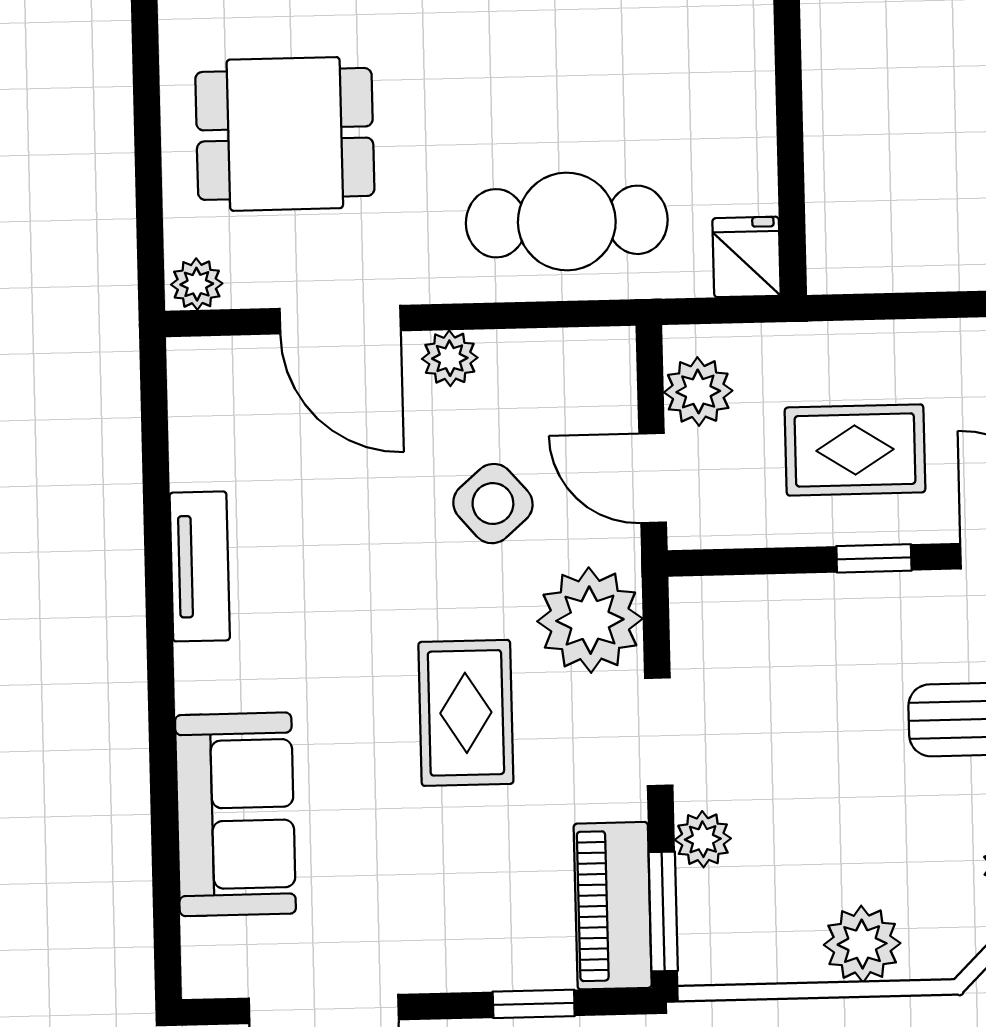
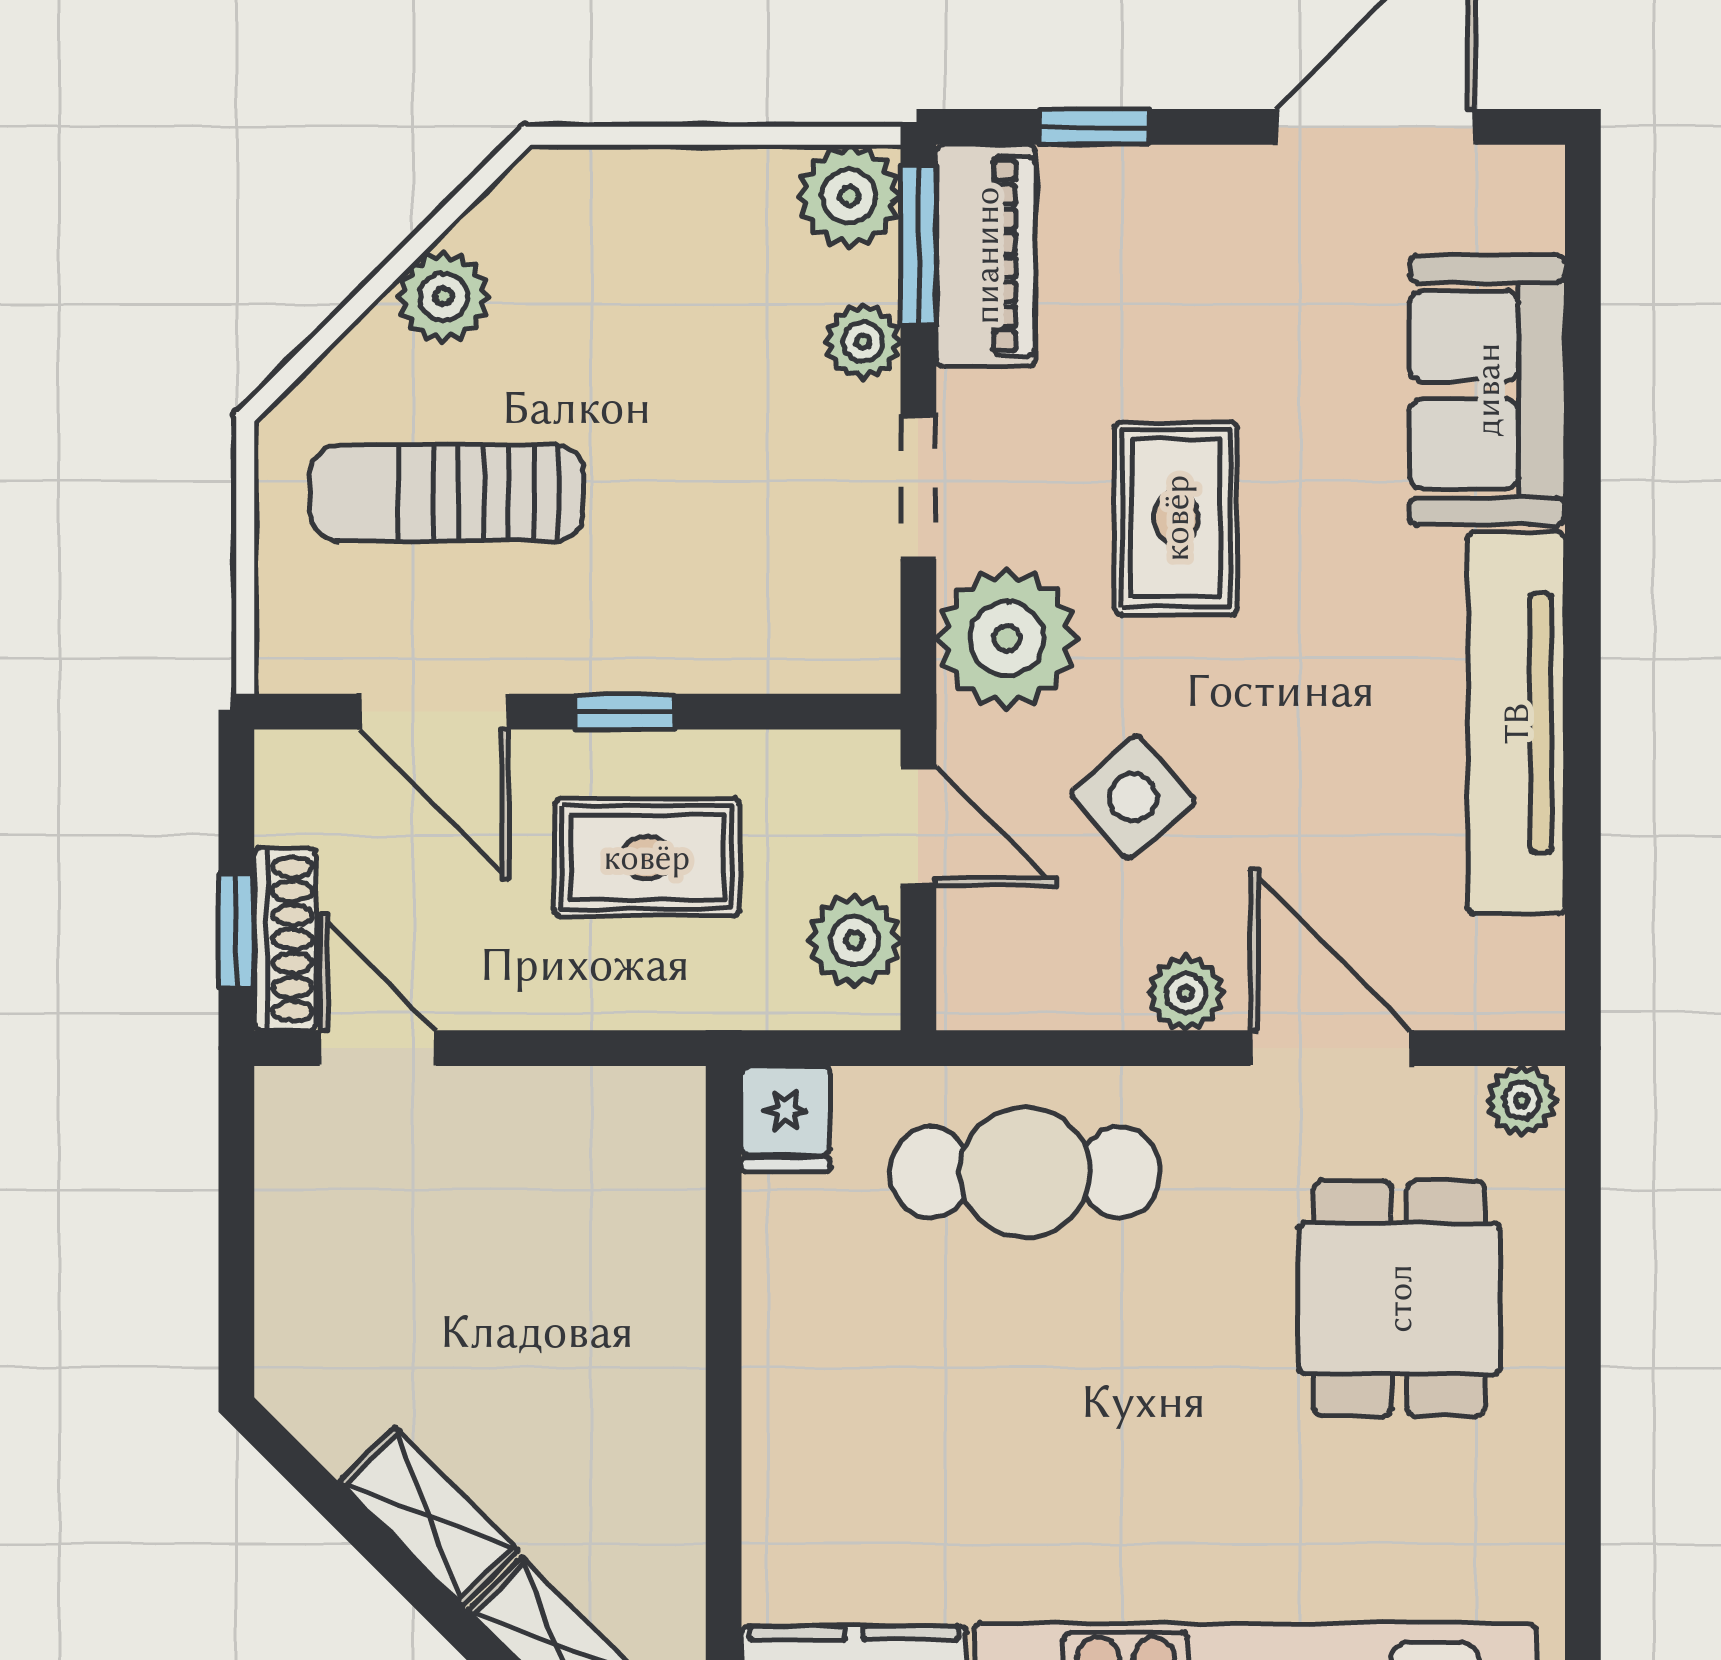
dining table: (285, 134) -> (1399, 1298), turned 90
tv unit: (200, 566) -> (1516, 723), width x1.92, depth x1.29
plant: (862, 944) -> (849, 196), moved

